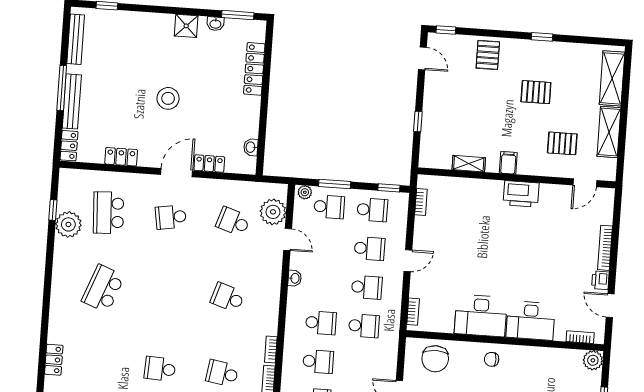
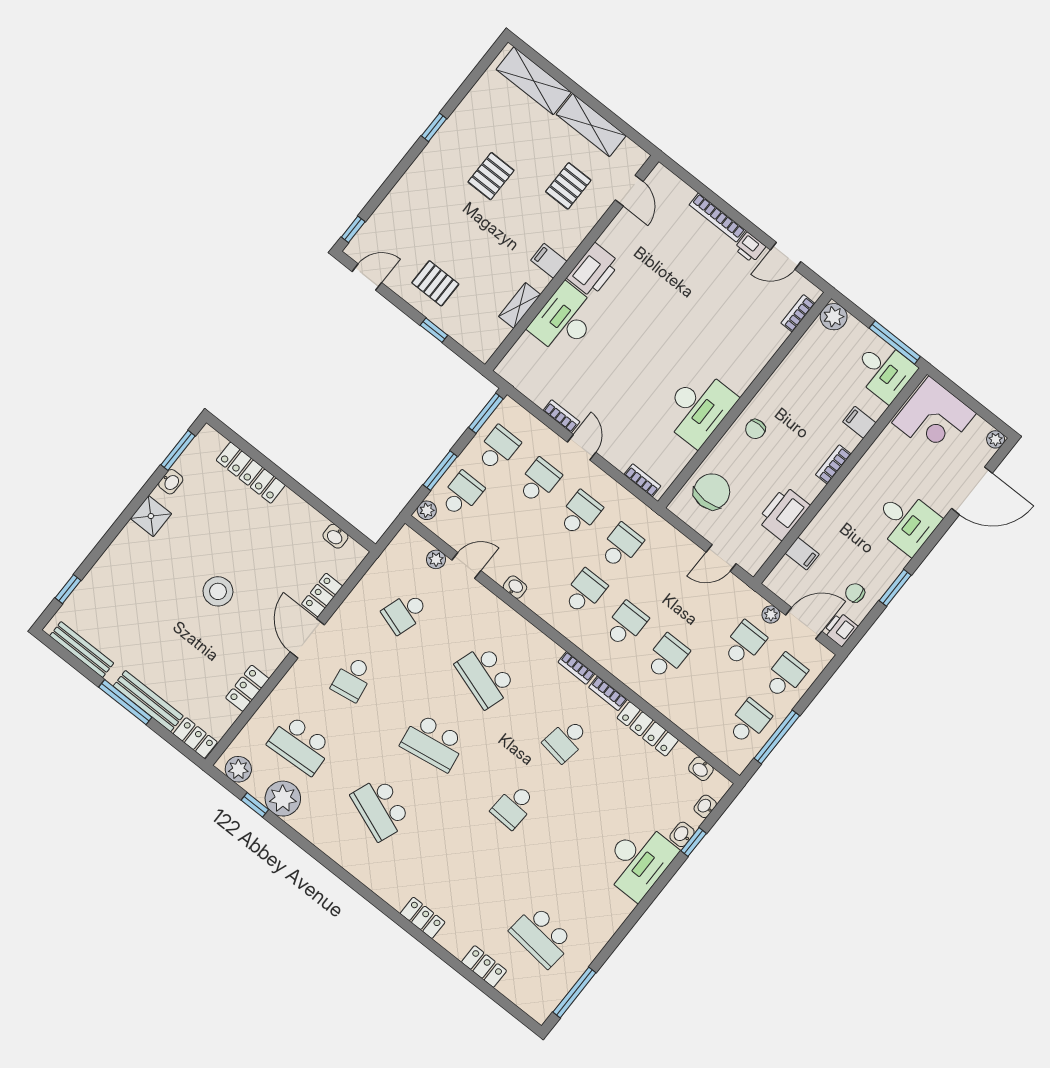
pallet: (488, 55) -> (435, 283), moved
plant: (68, 185) -> (238, 769), added
window: (389, 188) -> (486, 413), width x1.50
bookcase: (421, 202) -> (562, 416), moved
plant: (273, 212) -> (436, 559), width x0.53, depth x0.53
school desk: (165, 293) -> (433, 743), added
school desk: (228, 297) -> (485, 676), width x1.85
desk: (530, 321) -> (565, 320), moved, turned 180
chair: (435, 359) -> (712, 492), turned -90

